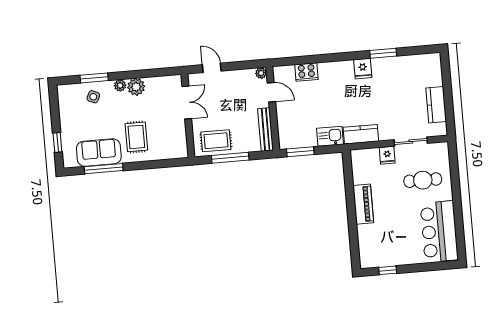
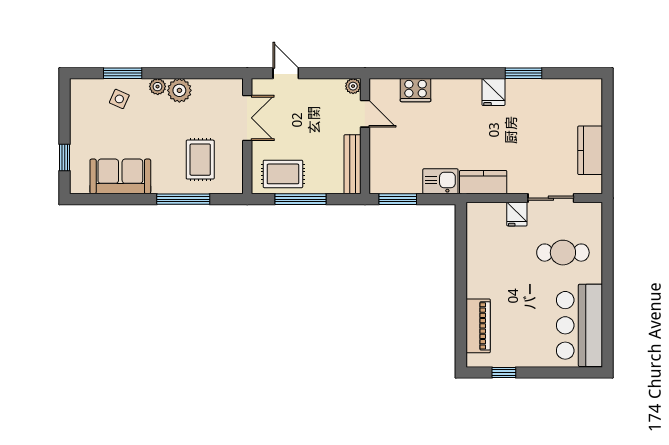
rug: (136, 137) -> (200, 160), moved
window: (104, 169) -> (183, 199), moved
piano: (363, 204) -> (478, 326), moved

